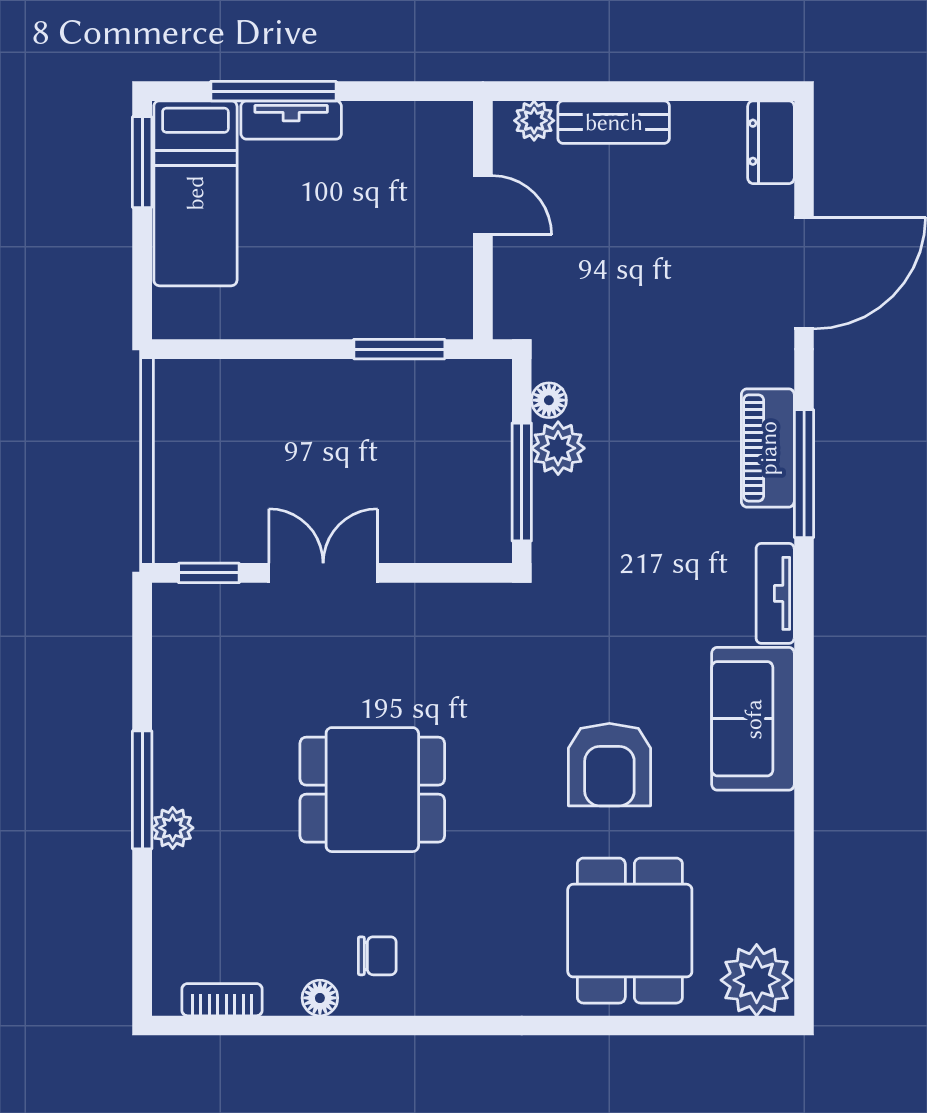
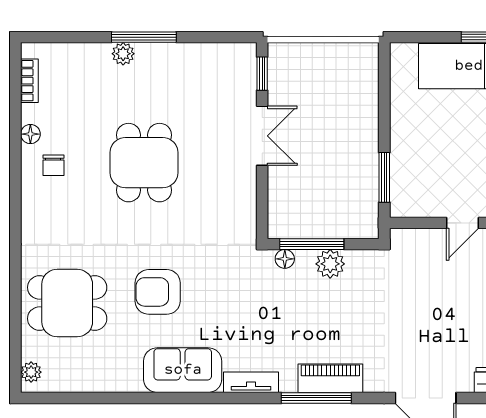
floor lamp: (549, 400) -> (285, 259), moved
plant: (757, 980) -> (31, 372), width x0.53, depth x0.53

